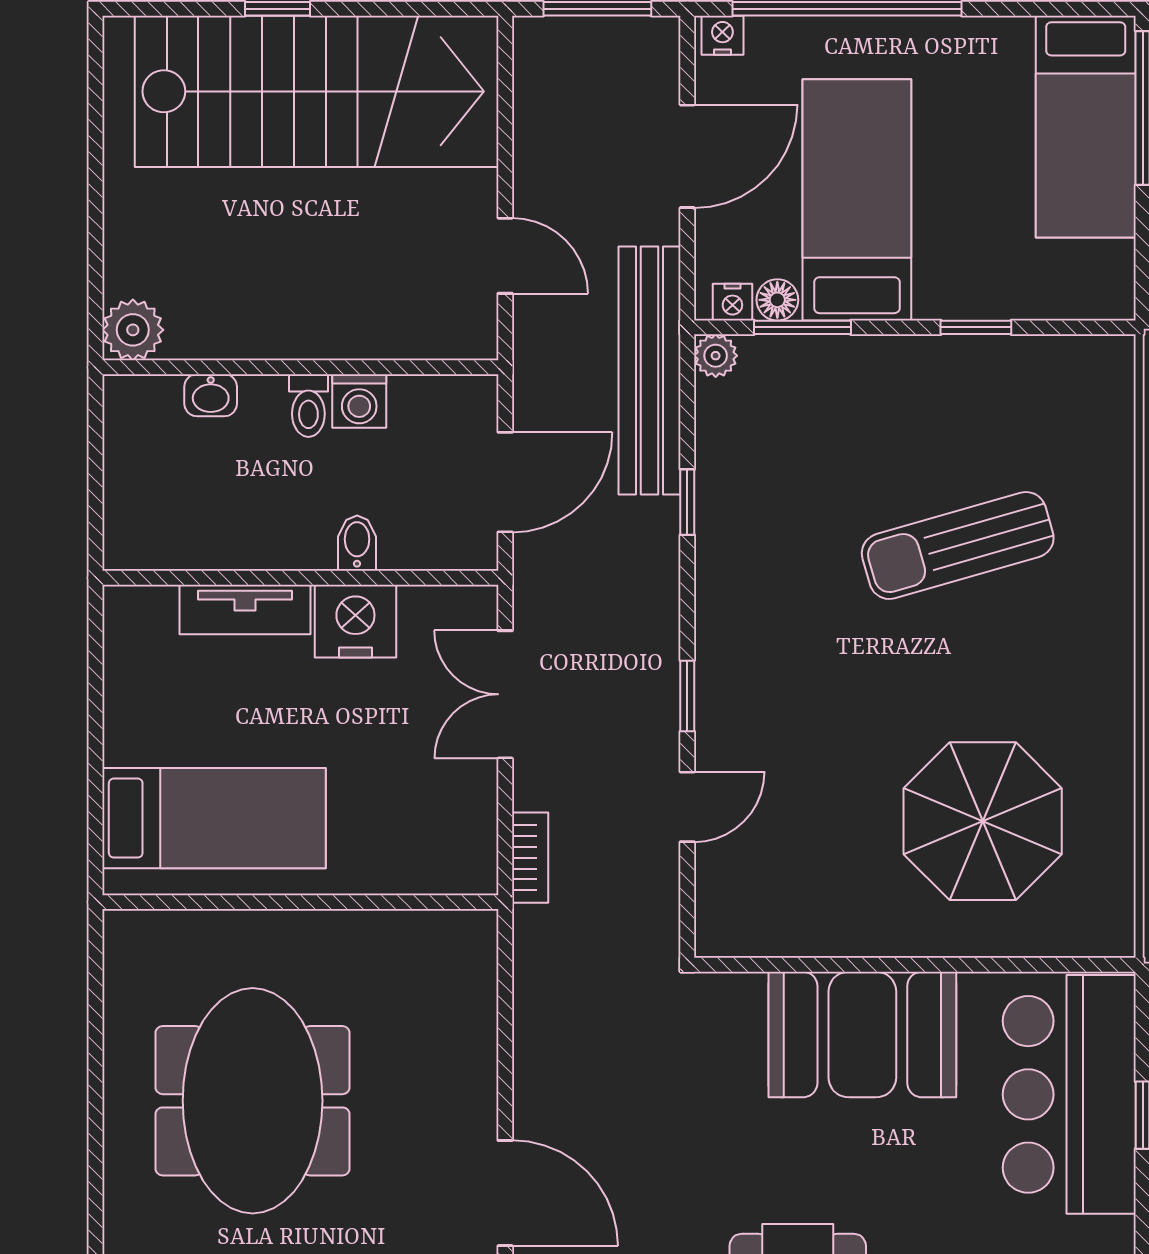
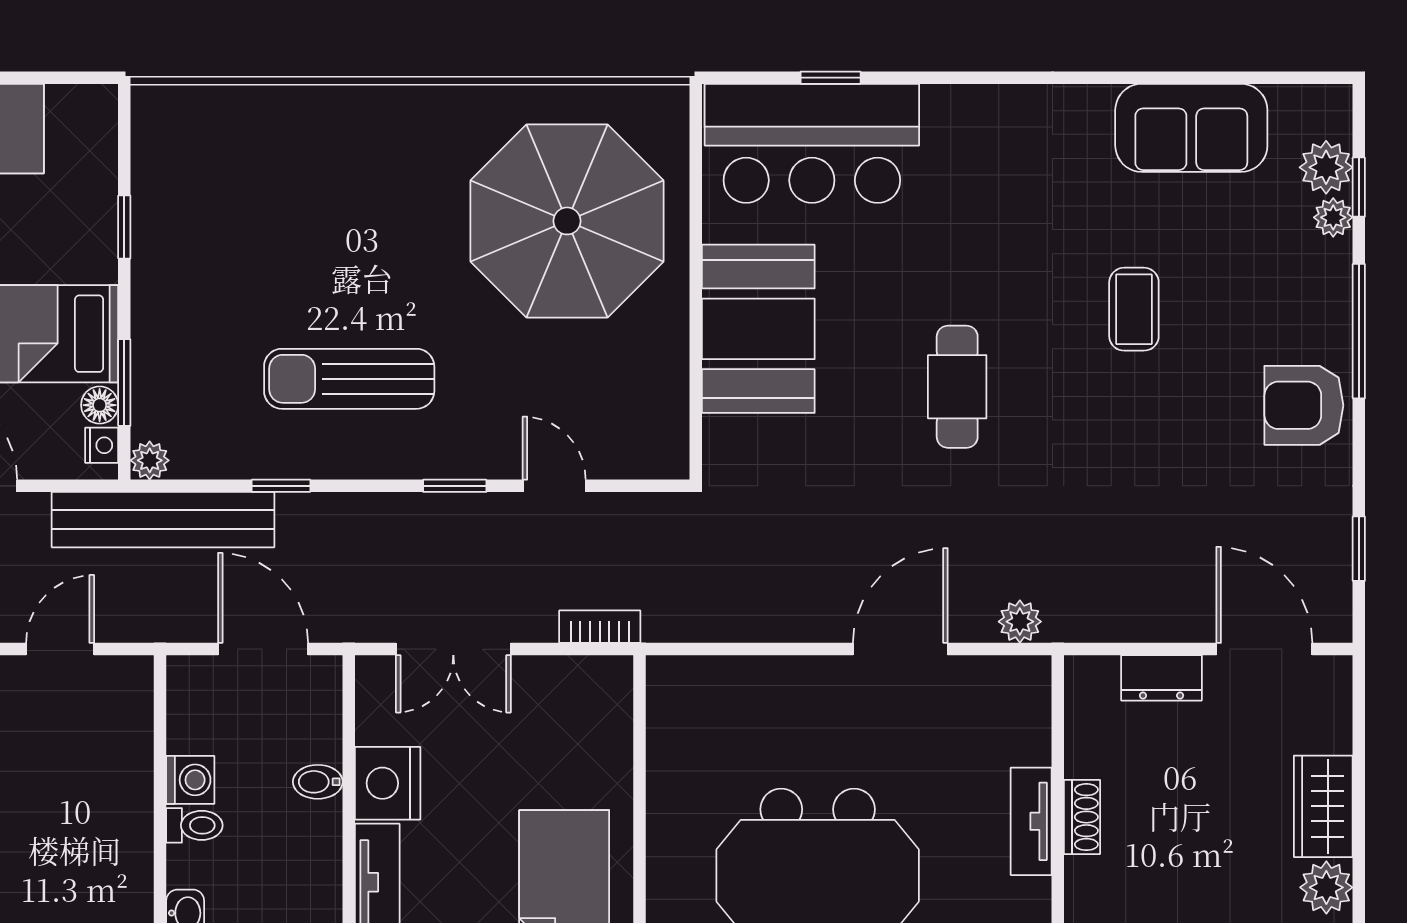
sun lounger: (958, 546) -> (349, 379), moved, turned 106
parasol: (983, 821) -> (567, 221), width x1.36, depth x1.36

